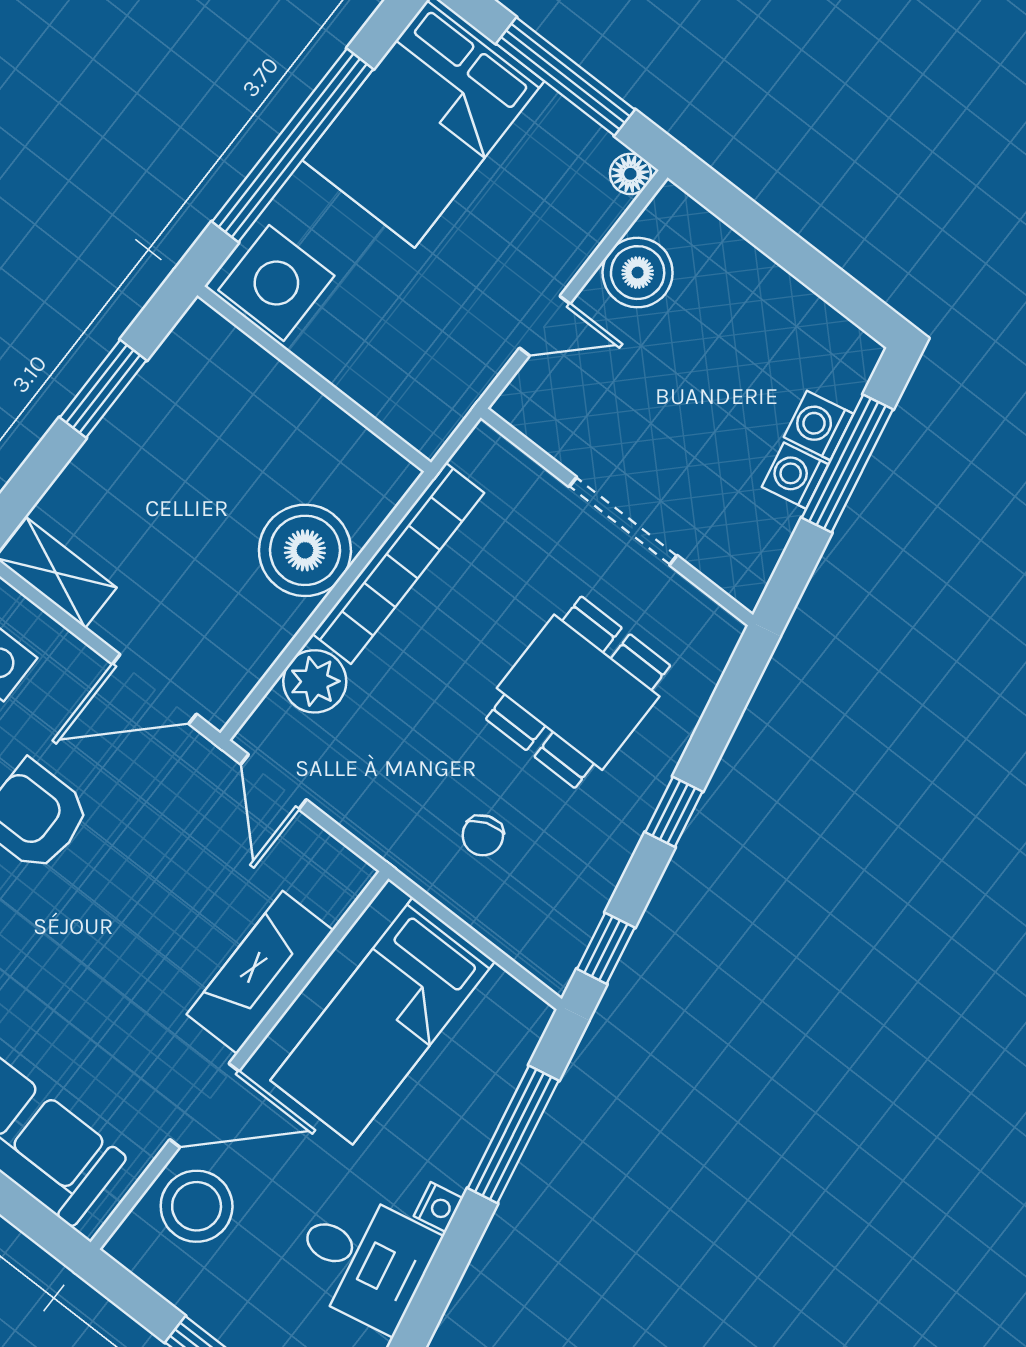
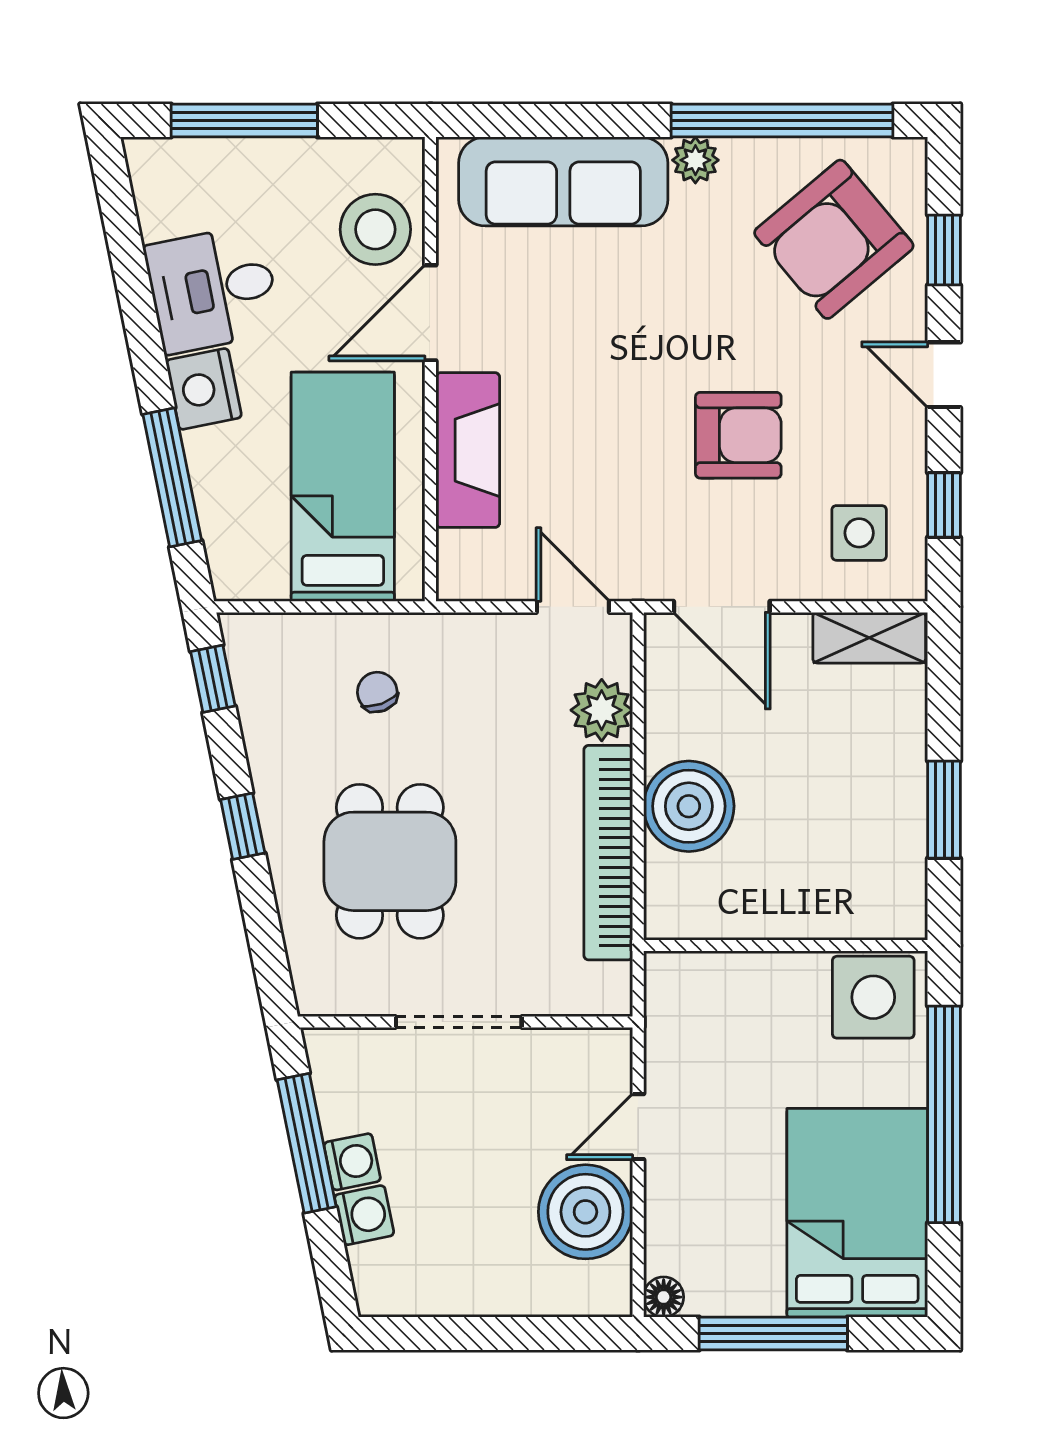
boiler: (638, 273) -> (585, 1212), width x1.37, depth x1.37
window: (847, 464) -> (307, 1143), moved
door: (154, 689) -> (722, 607), swing flipped
nightstand: (438, 1207) -> (204, 389), width x1.89, depth x1.79

